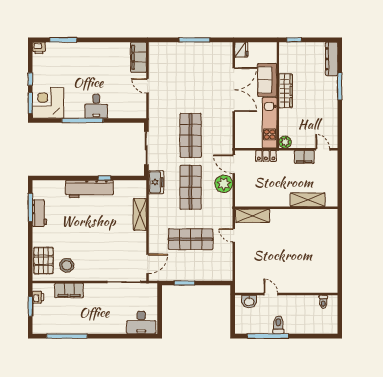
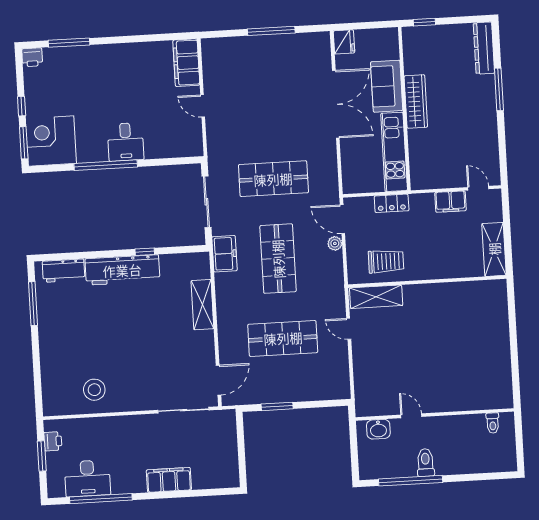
shop shelf: (191, 135) -> (273, 179), turned 90
plant: (285, 142) -> (420, 180), removed
plant: (224, 184) -> (335, 243), width x0.53, depth x0.53
trolley: (260, 193) -> (386, 261), added
shelving: (308, 200) -> (494, 249), moved, turned 90
workbench: (39, 213) -> (64, 271), moved, turned 90
pallet: (43, 261) -> (58, 384), removed
filing cabinet: (69, 290) -> (169, 480), moved, turned 180
desk: (141, 322) -> (87, 478), moved

